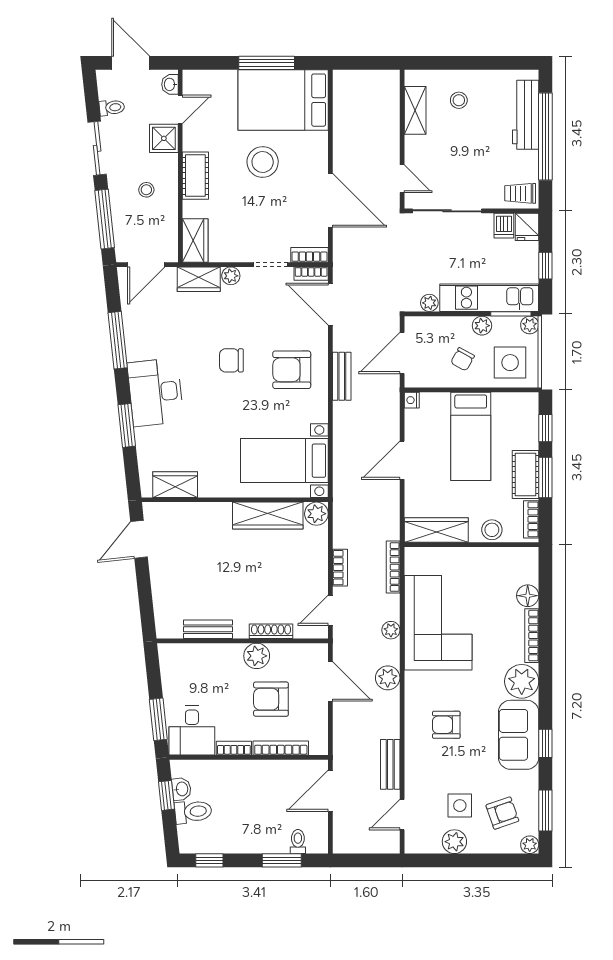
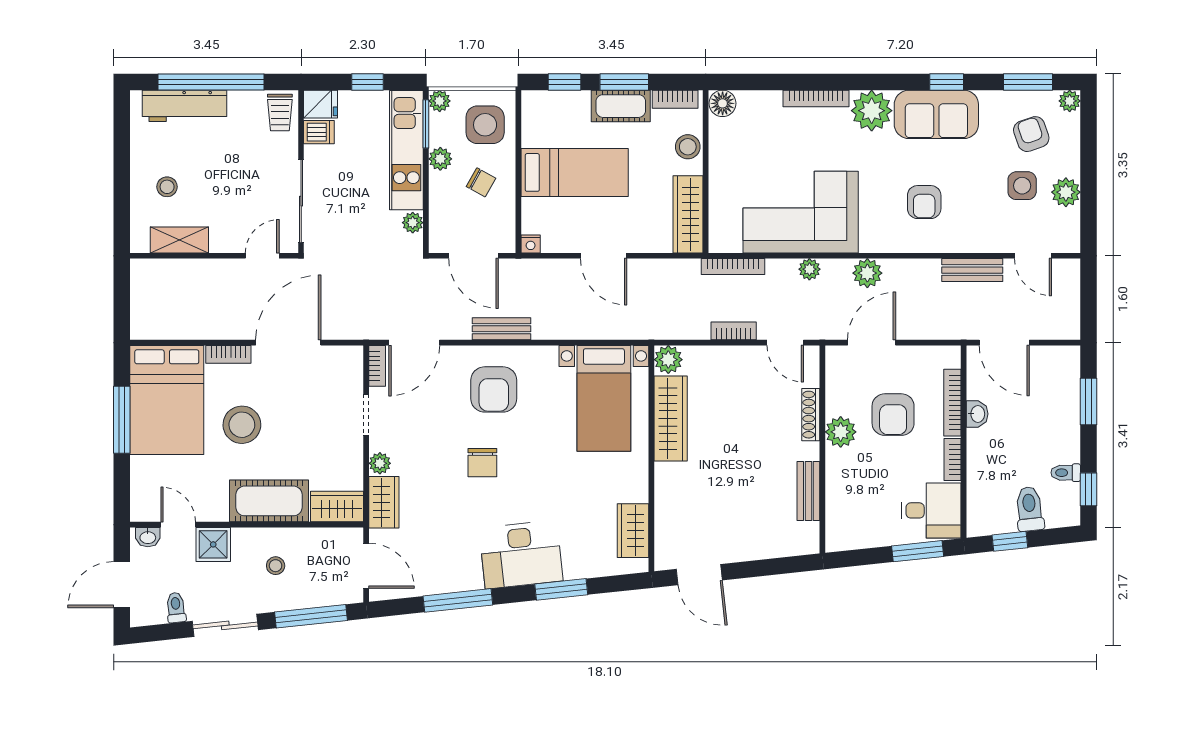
cot: (195, 176) -> (269, 501), width x1.37, depth x1.34
bookcase: (309, 255) -> (228, 354), moved, turned -90
floor lamp: (528, 596) -> (723, 103), moved
washbasin: (182, 789) -> (977, 414), moved, turned 96
toilet: (298, 842) -> (1066, 473), moved

